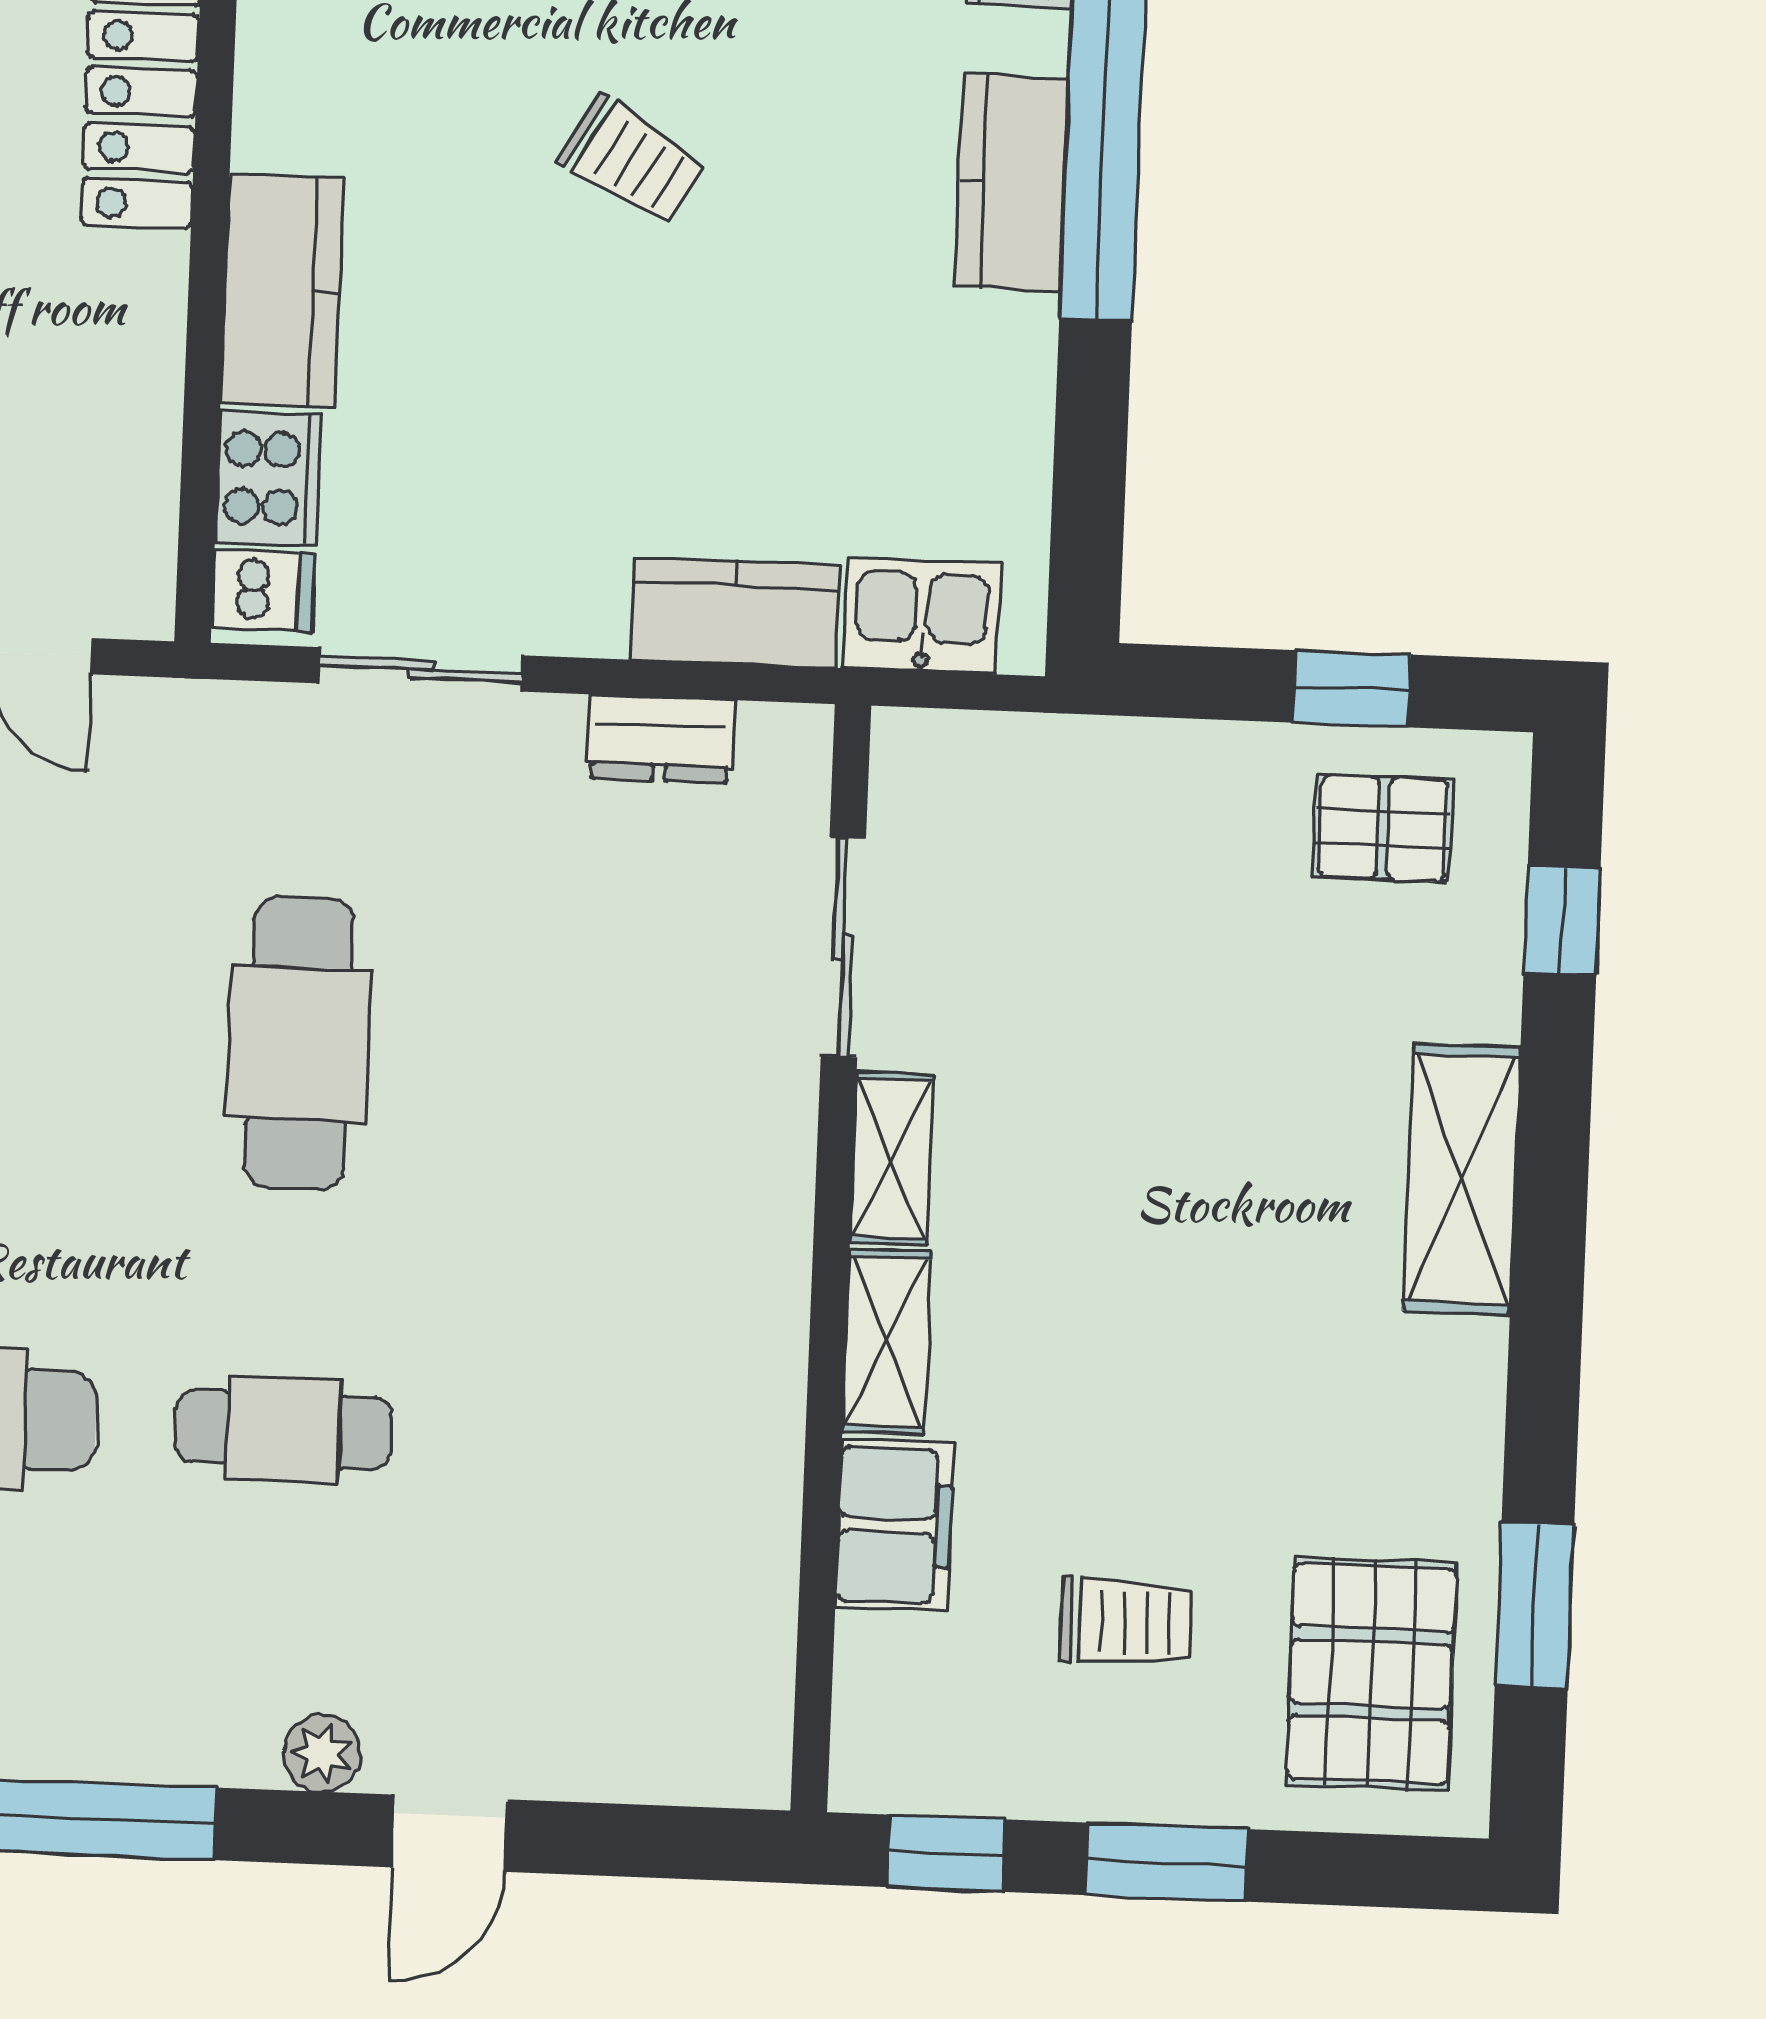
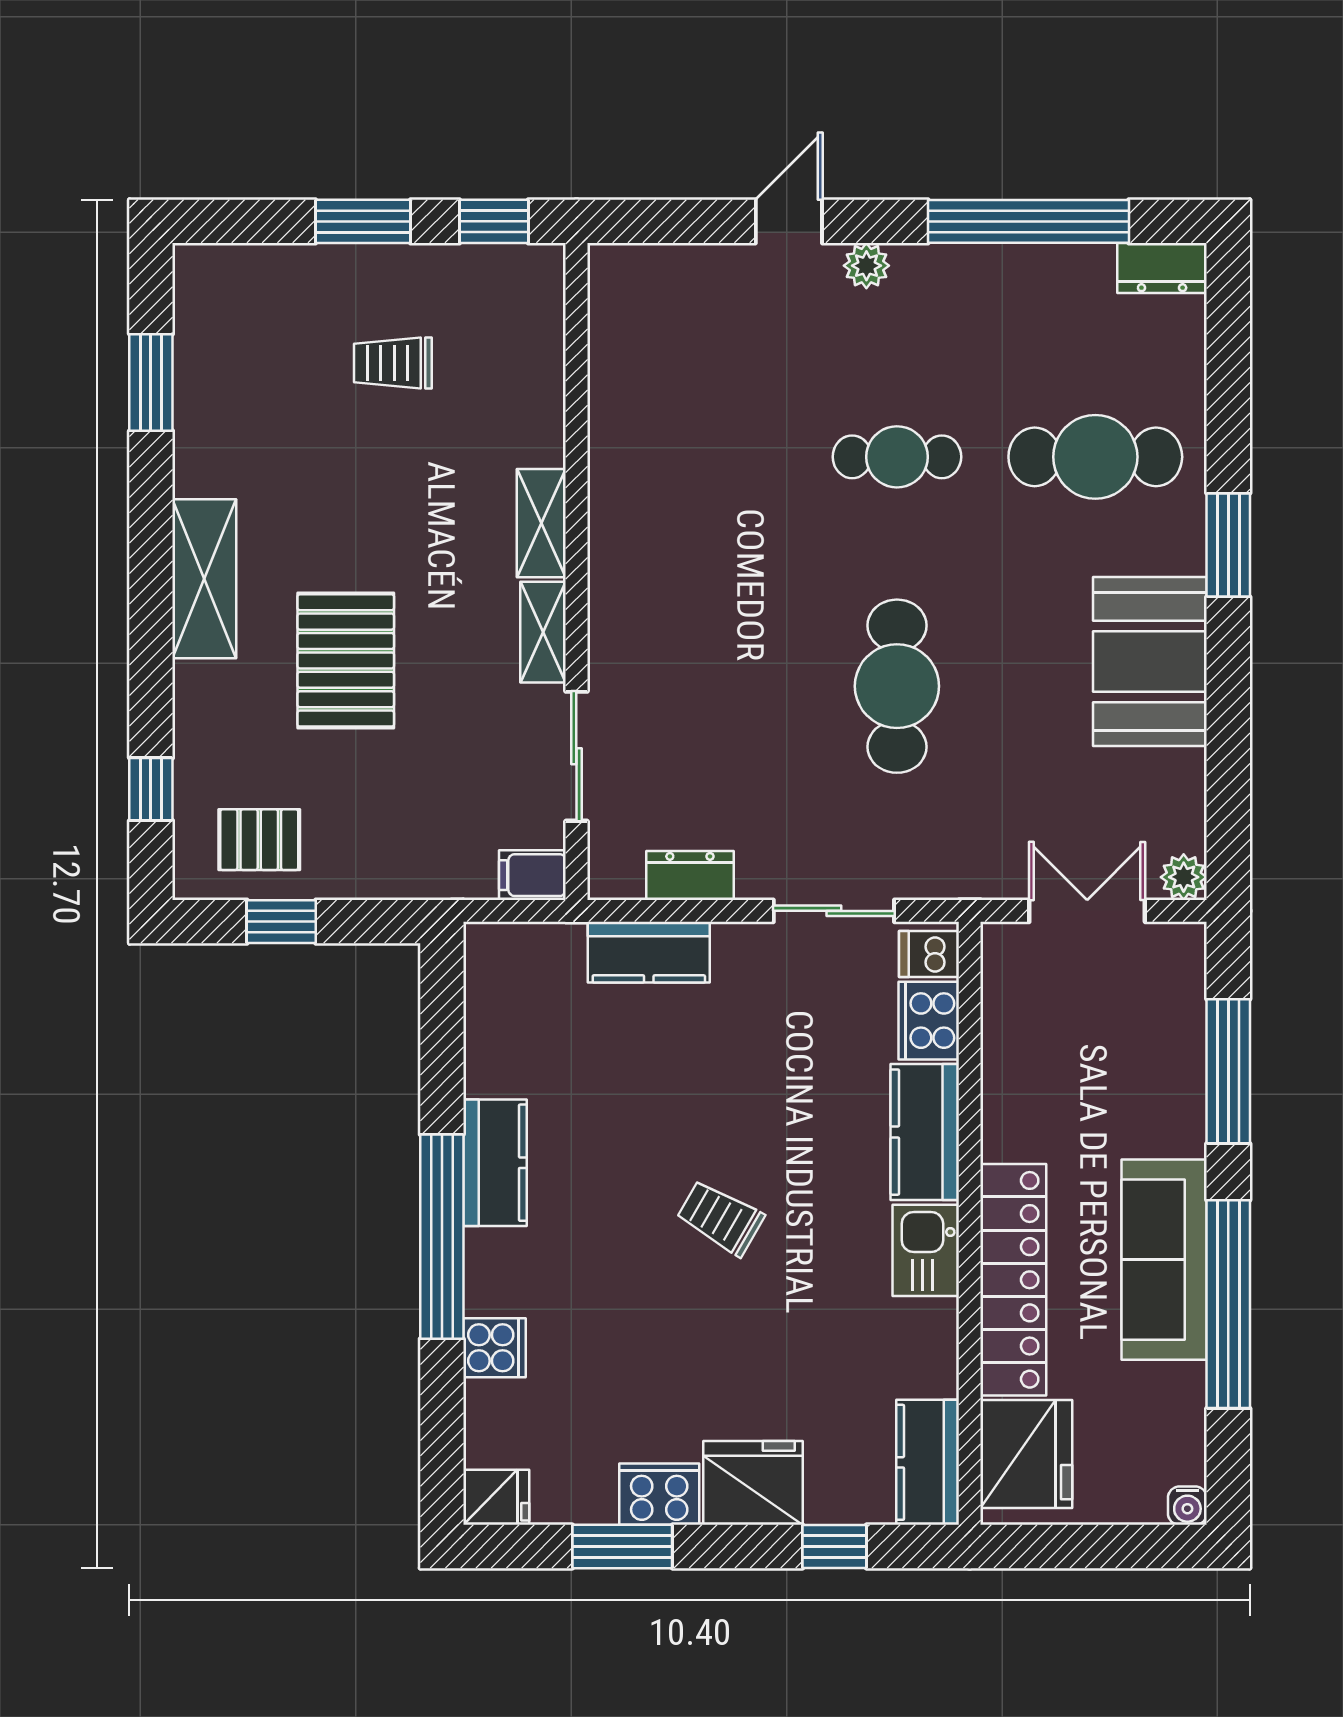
kitchen counter: (1011, 183) -> (495, 1163), moved
kitchen sink: (922, 615) -> (926, 1250), moved, turned 90
shelving: (1462, 1179) -> (204, 579), moved
filing cabinet: (894, 1525) -> (532, 875), moved, width x0.50
pallet: (1371, 1674) -> (346, 660), moved

